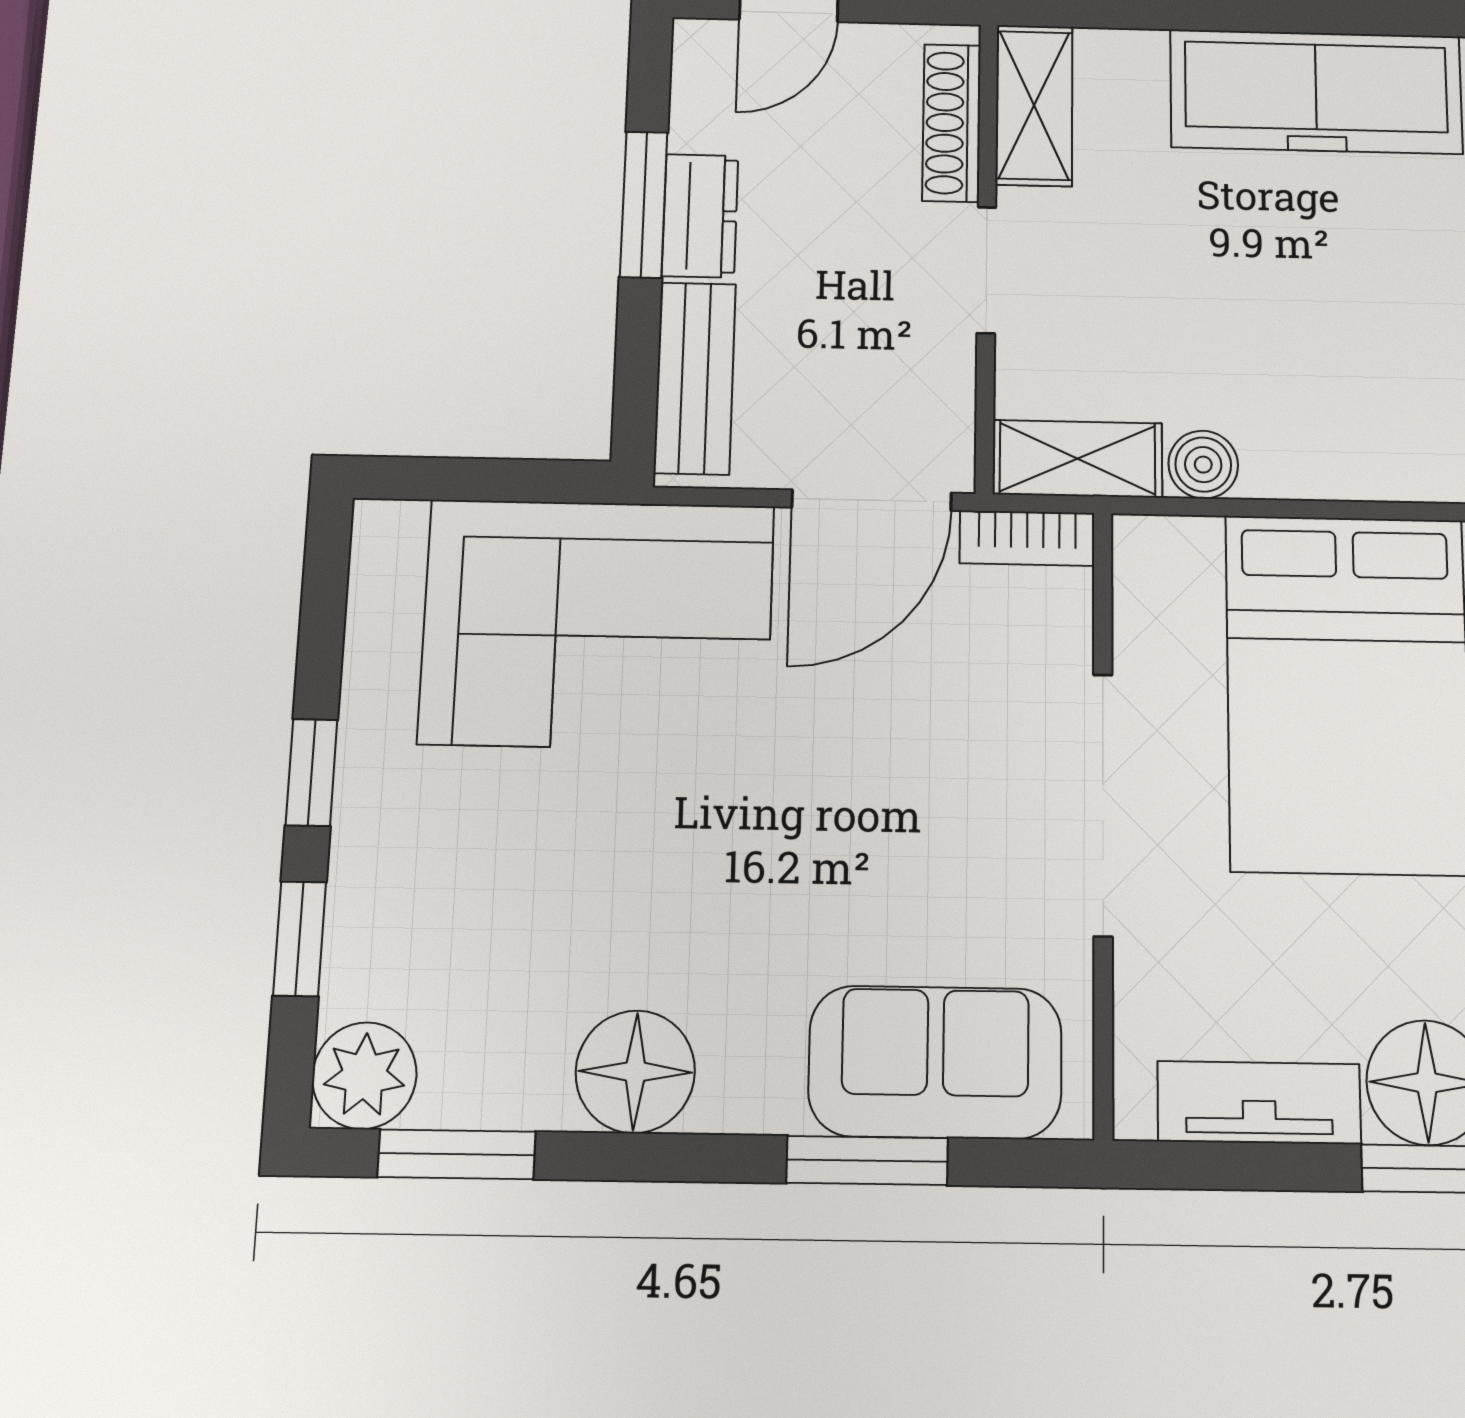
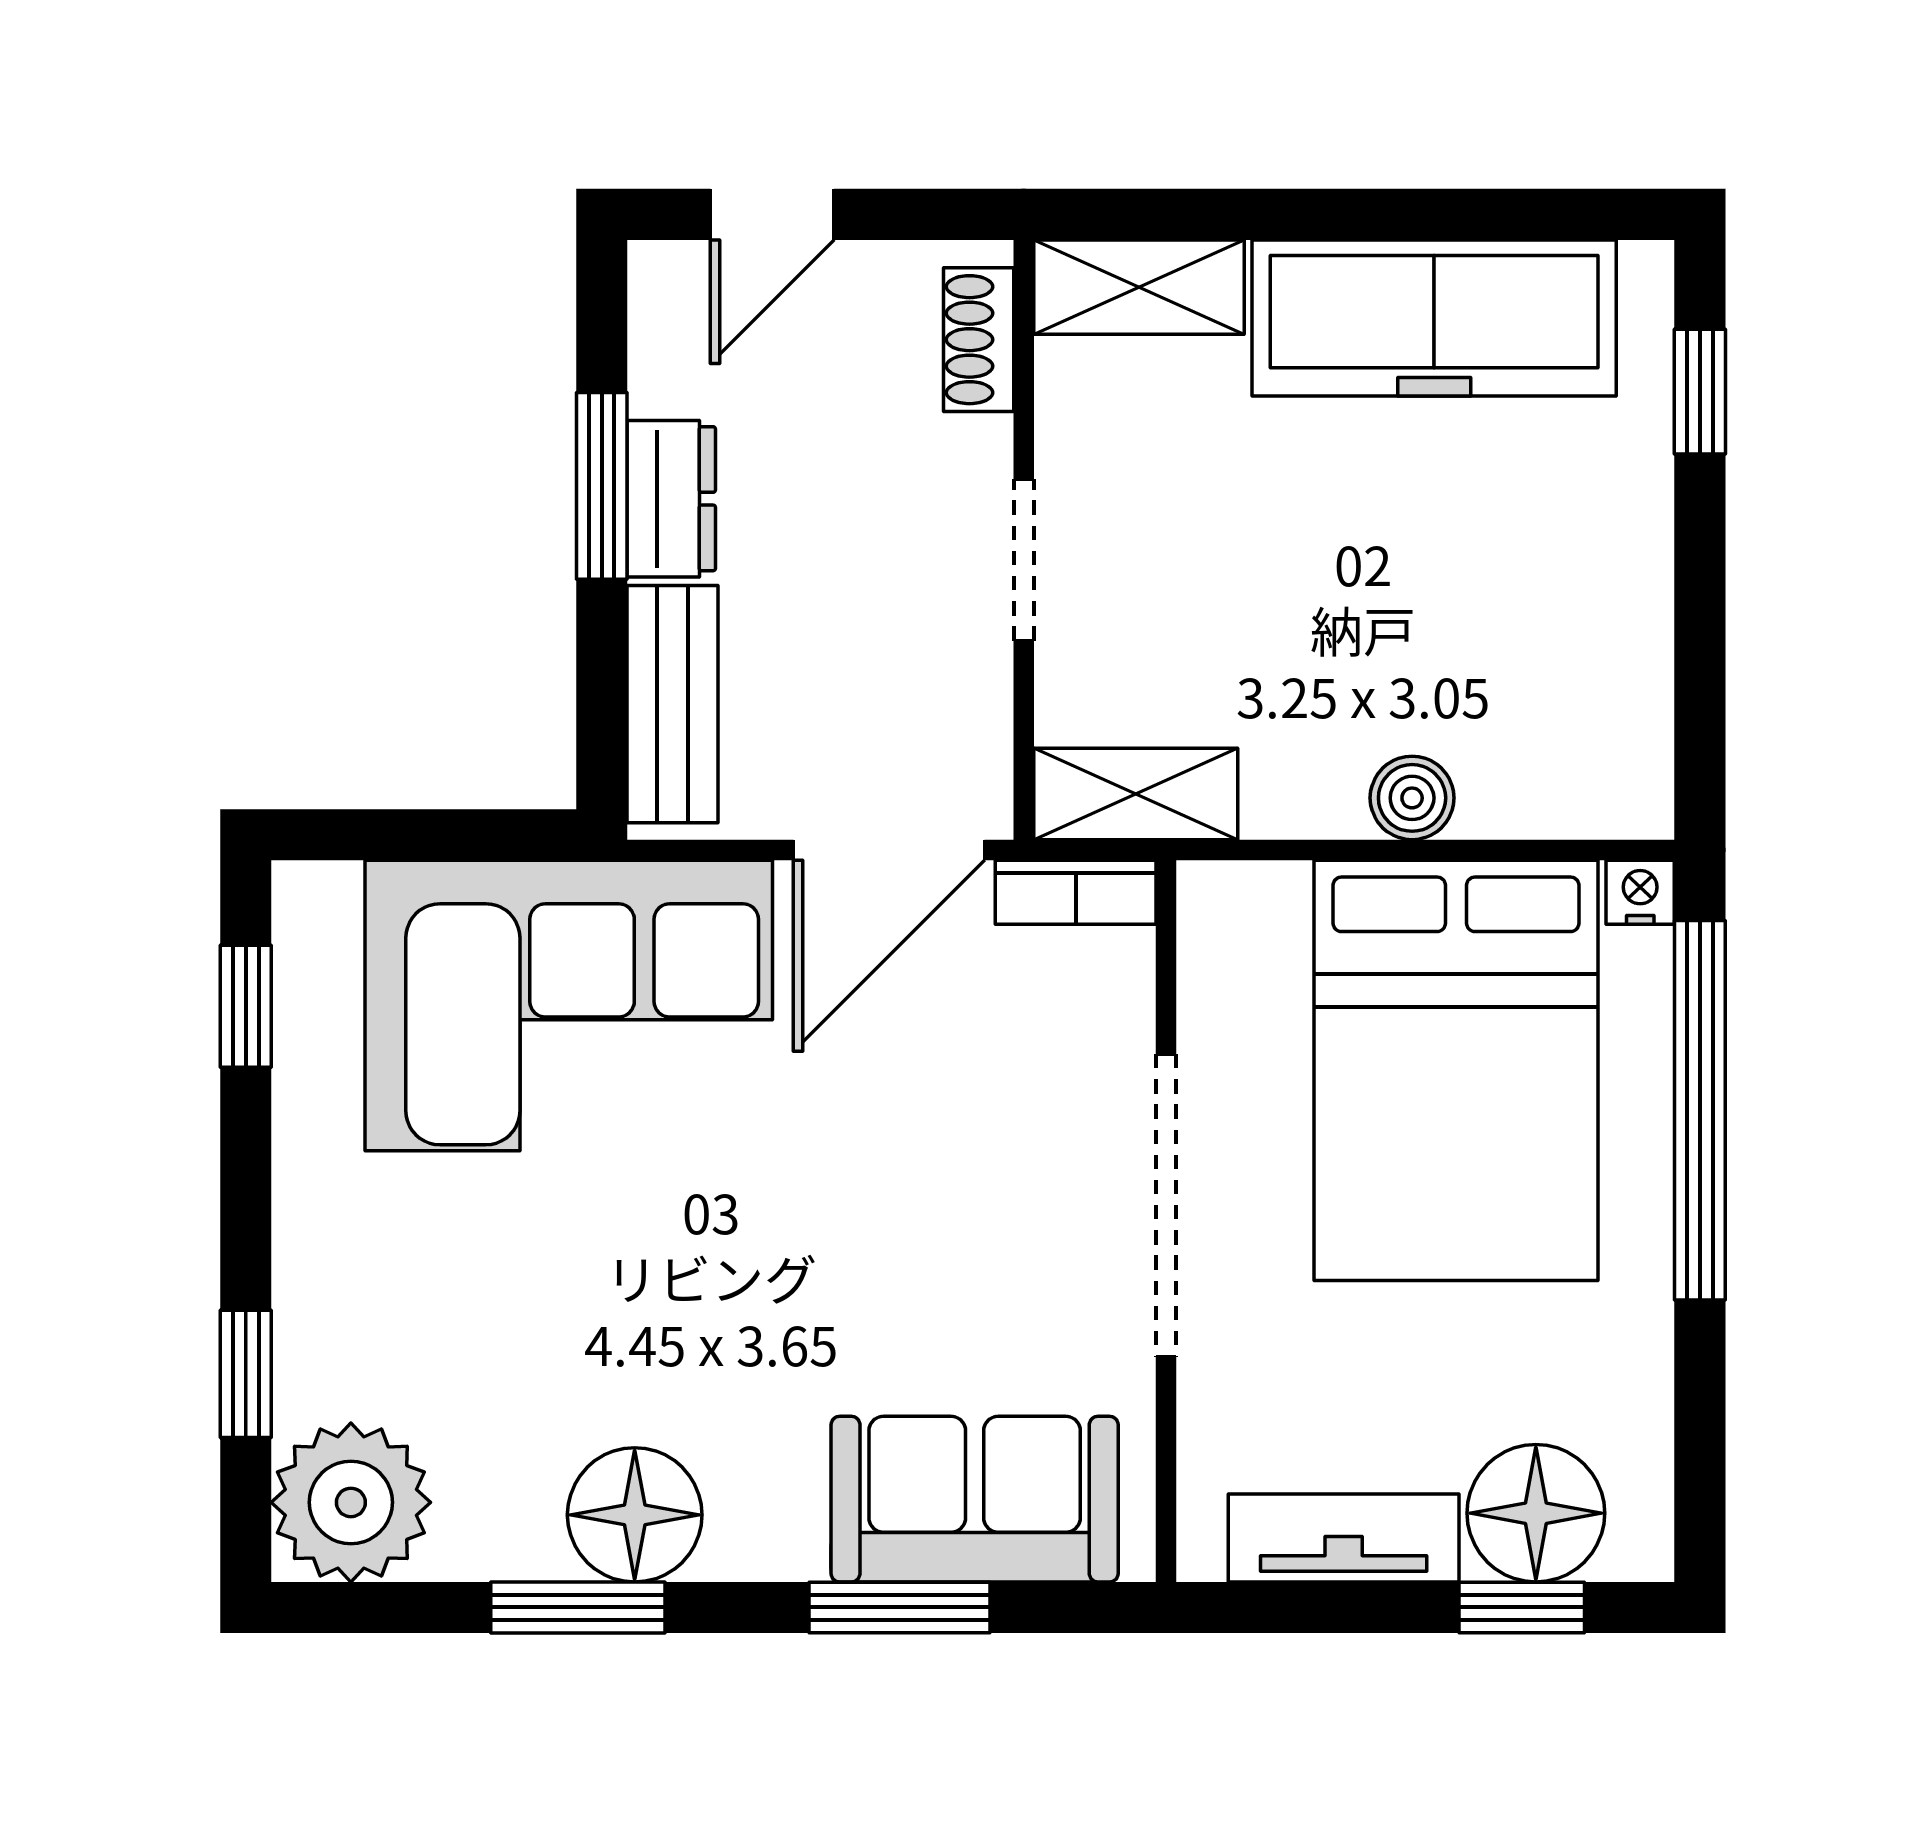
shelving: (1034, 105) -> (1139, 287), moved, turned 90
shoe rack: (952, 123) -> (979, 340), width x0.70
boiler: (1203, 465) -> (1412, 798), moved
window: (312, 772) -> (246, 1006), moved
plant: (364, 1076) -> (351, 1502), width x1.36, depth x1.36
window: (457, 1154) -> (578, 1607), moved

